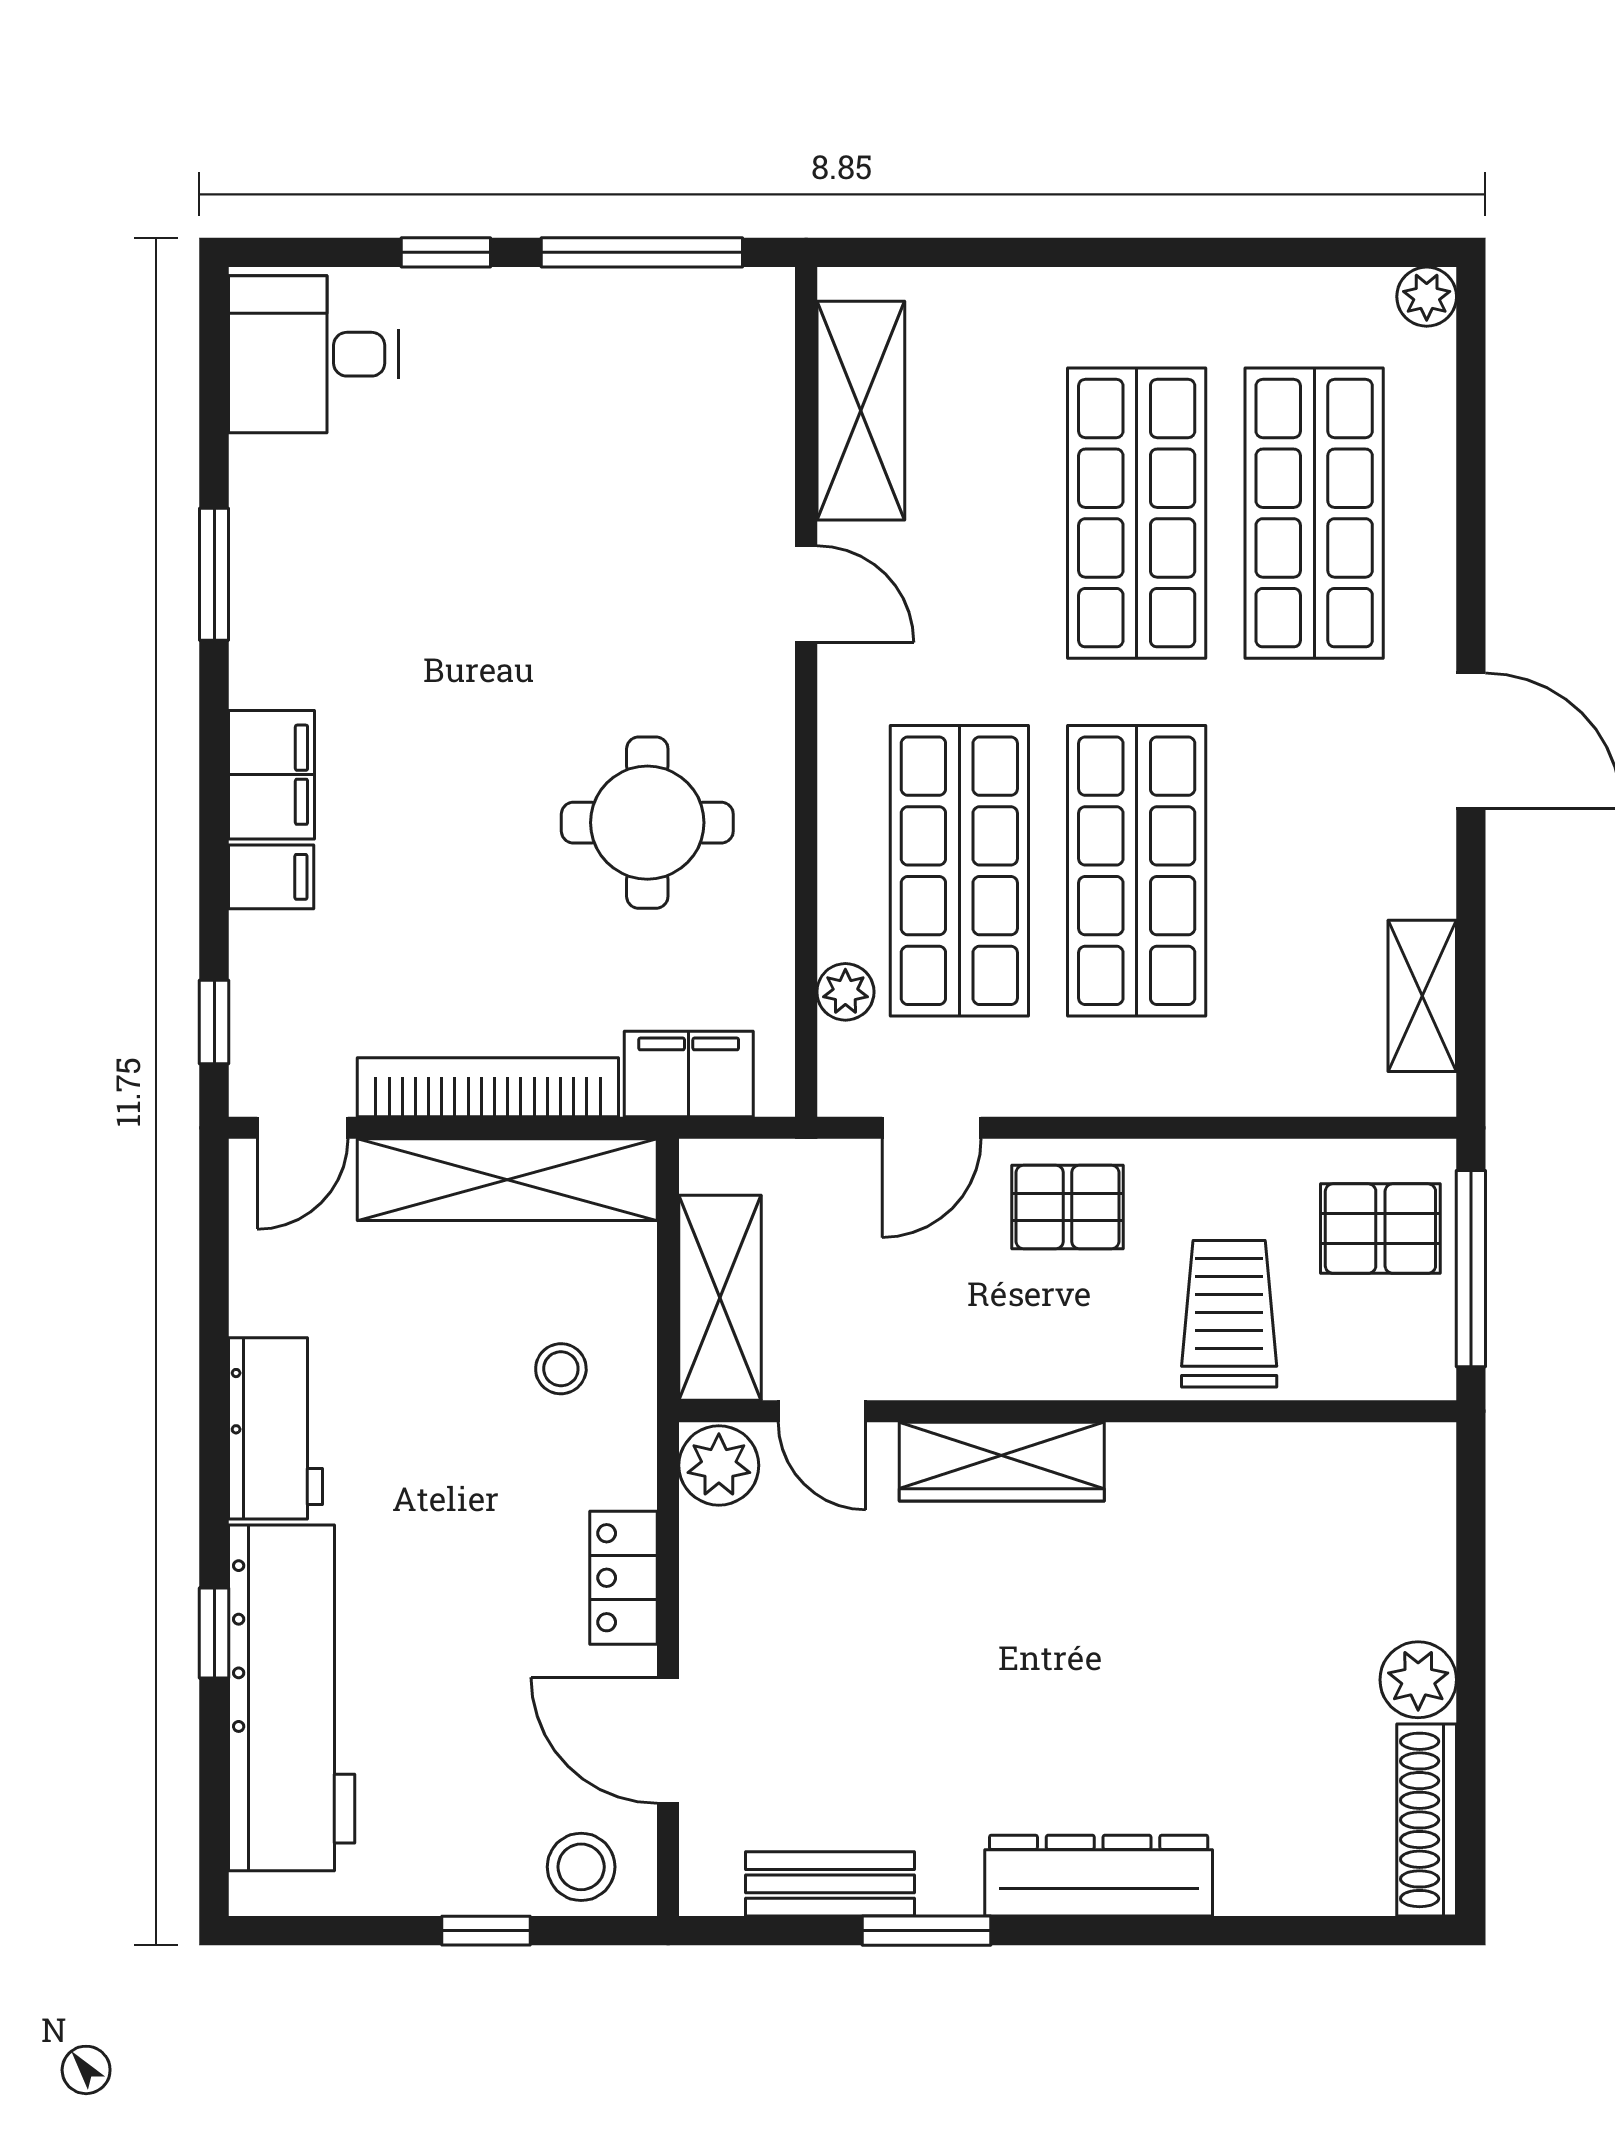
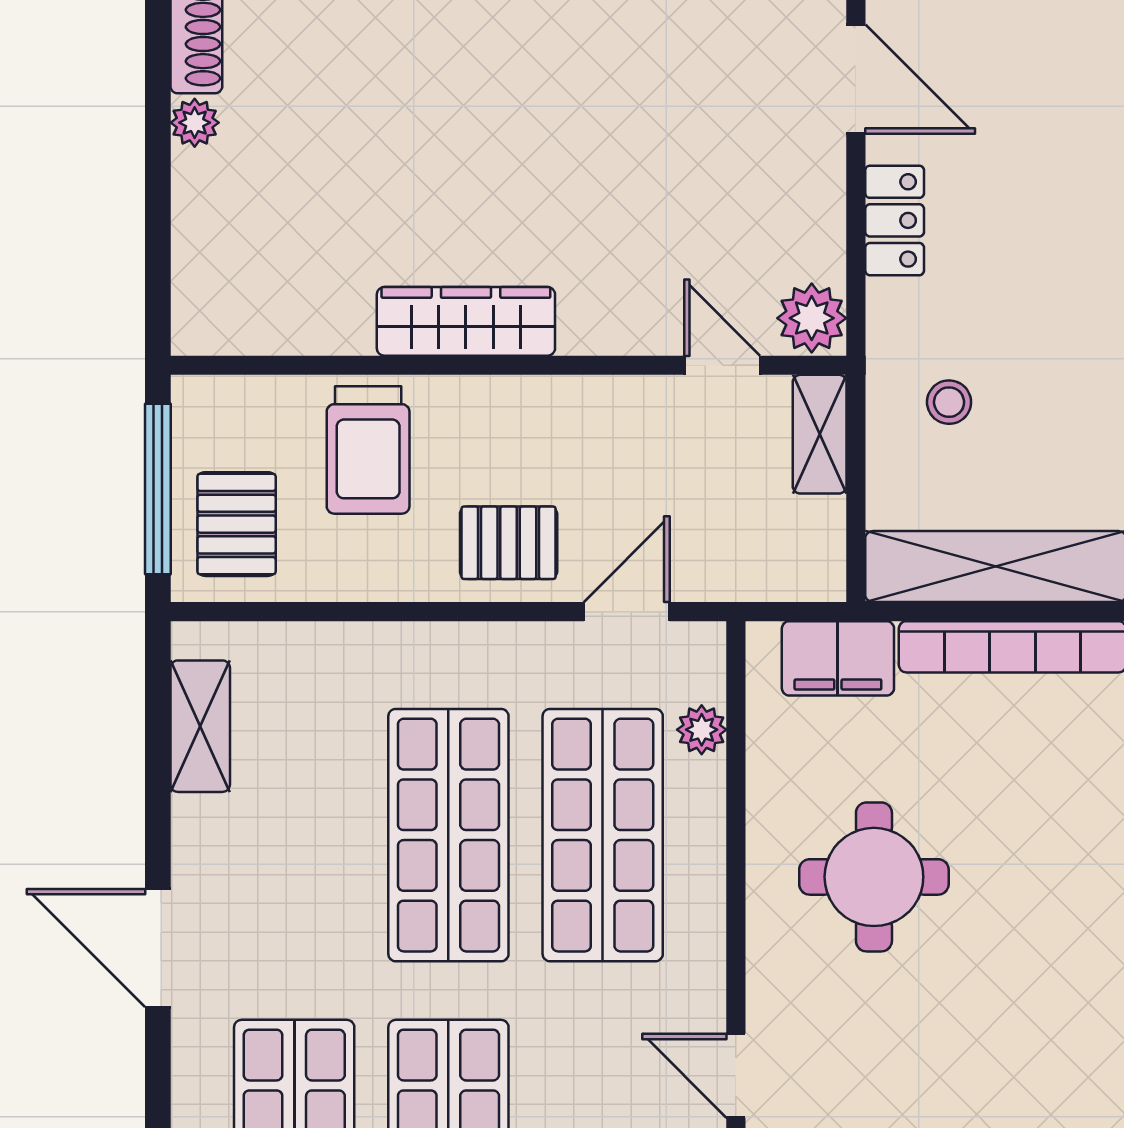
pallet: (1380, 1229) -> (237, 524), turned 90
shelving: (720, 1298) -> (820, 434), width x0.67, depth x0.75
wardrobe: (1002, 1462) -> (466, 321), moved
plant: (1418, 1680) -> (195, 123), width x0.73, depth x0.73

